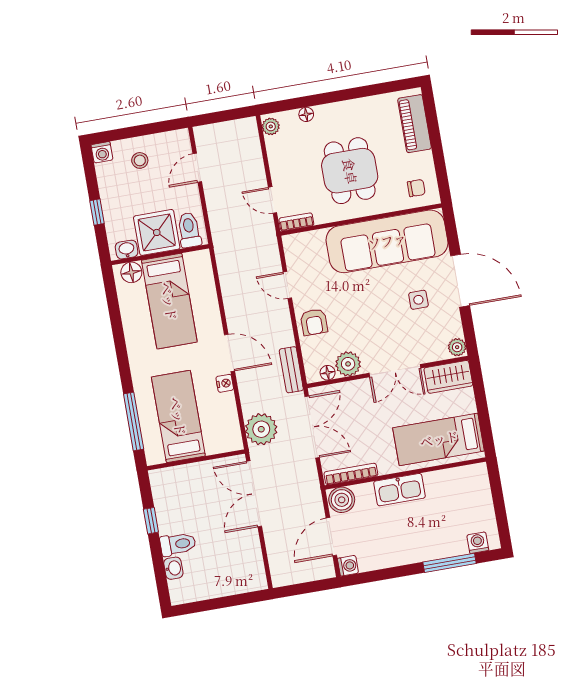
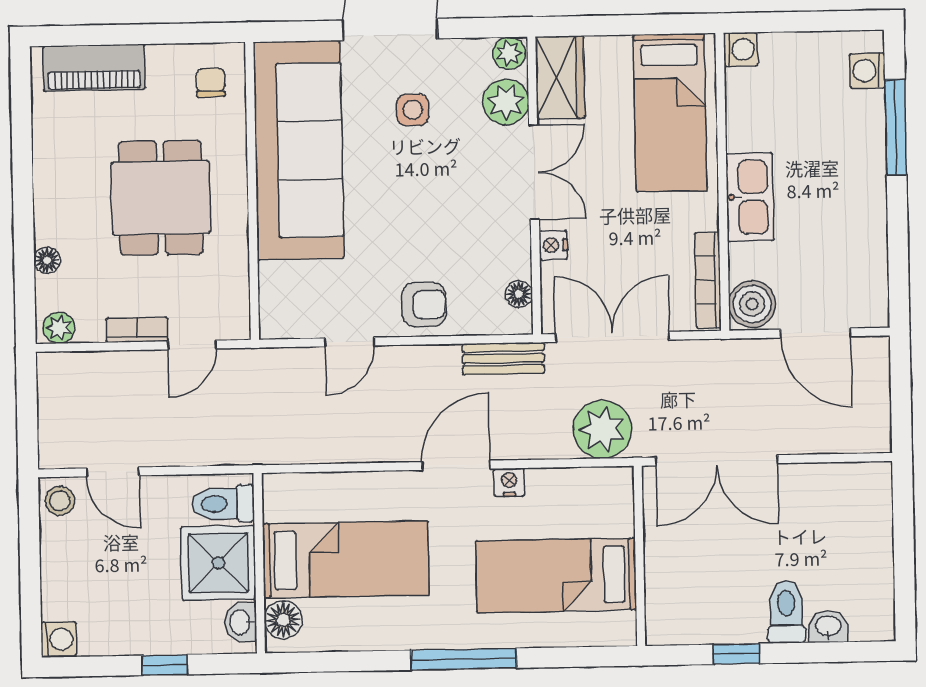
stool: (140, 160) -> (60, 501), moved
dining table: (350, 171) -> (161, 198), turned 90
bookcase: (296, 222) -> (137, 330), moved, turned 90
plant: (348, 364) -> (506, 102), moved
nightstand: (357, 387) -> (553, 245), added
window: (134, 421) -> (464, 659), moved
washing machine: (348, 566) -> (741, 49), moved, turned 90

